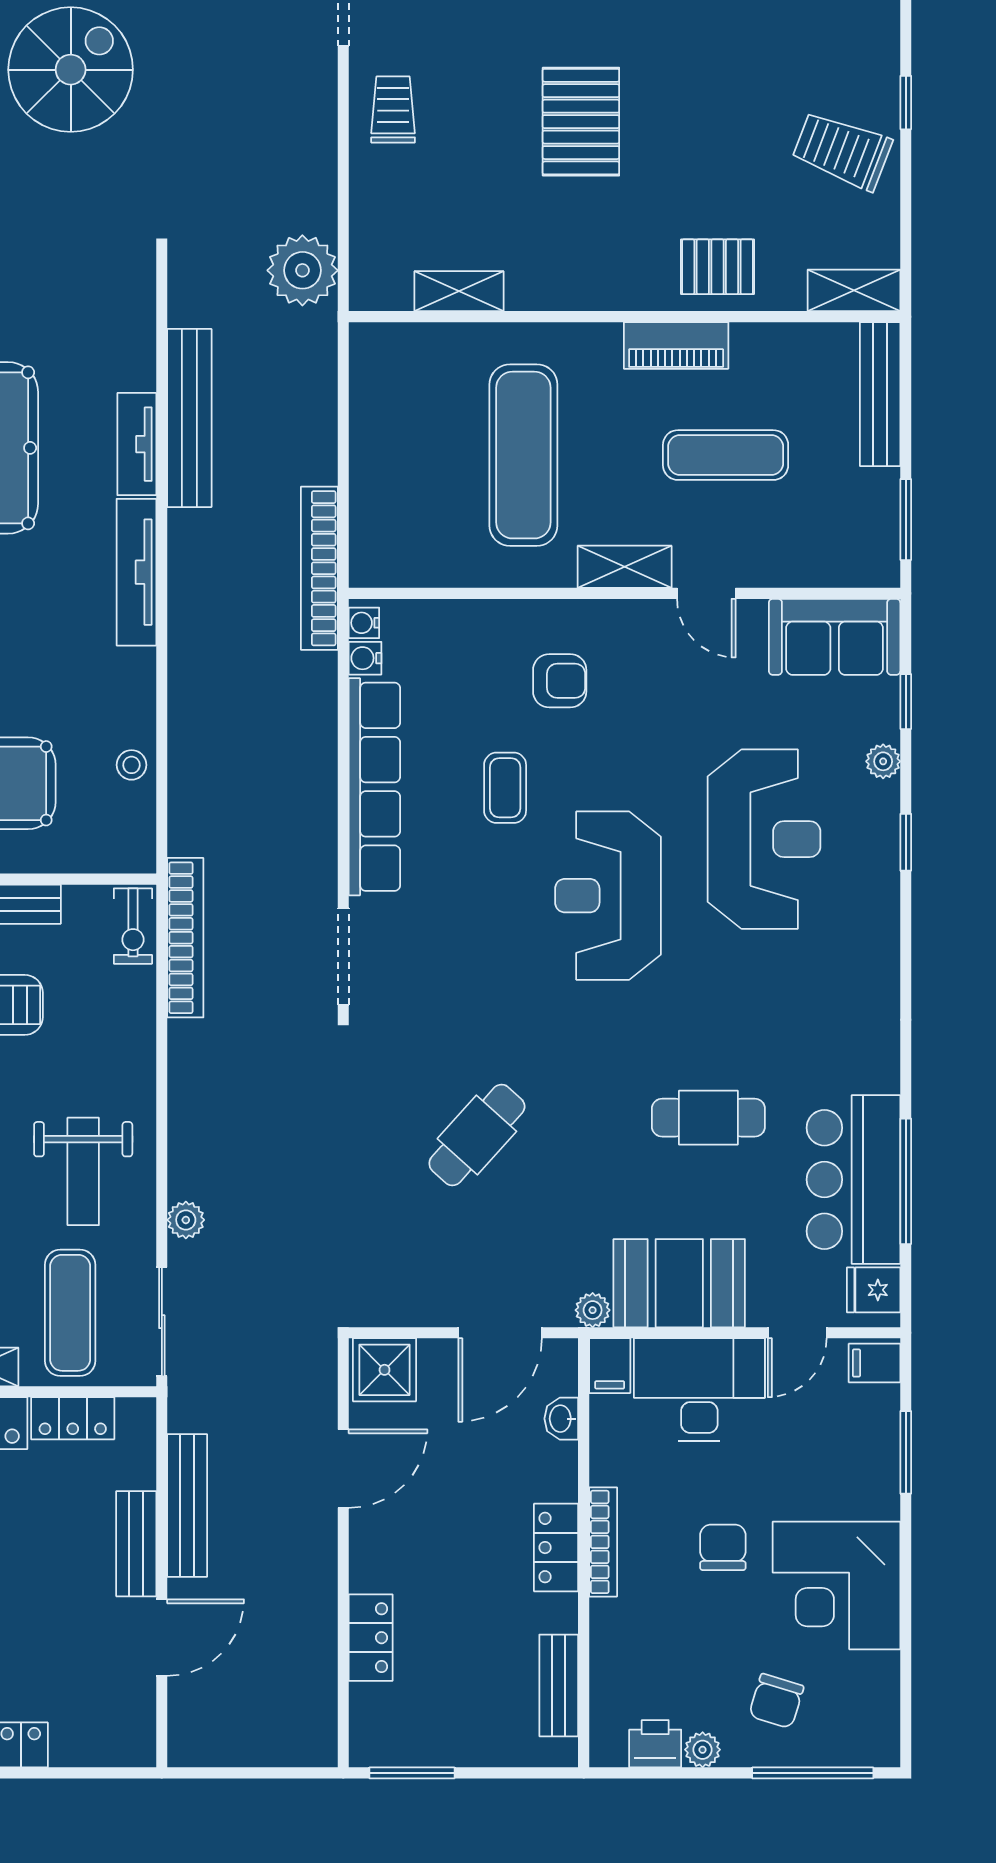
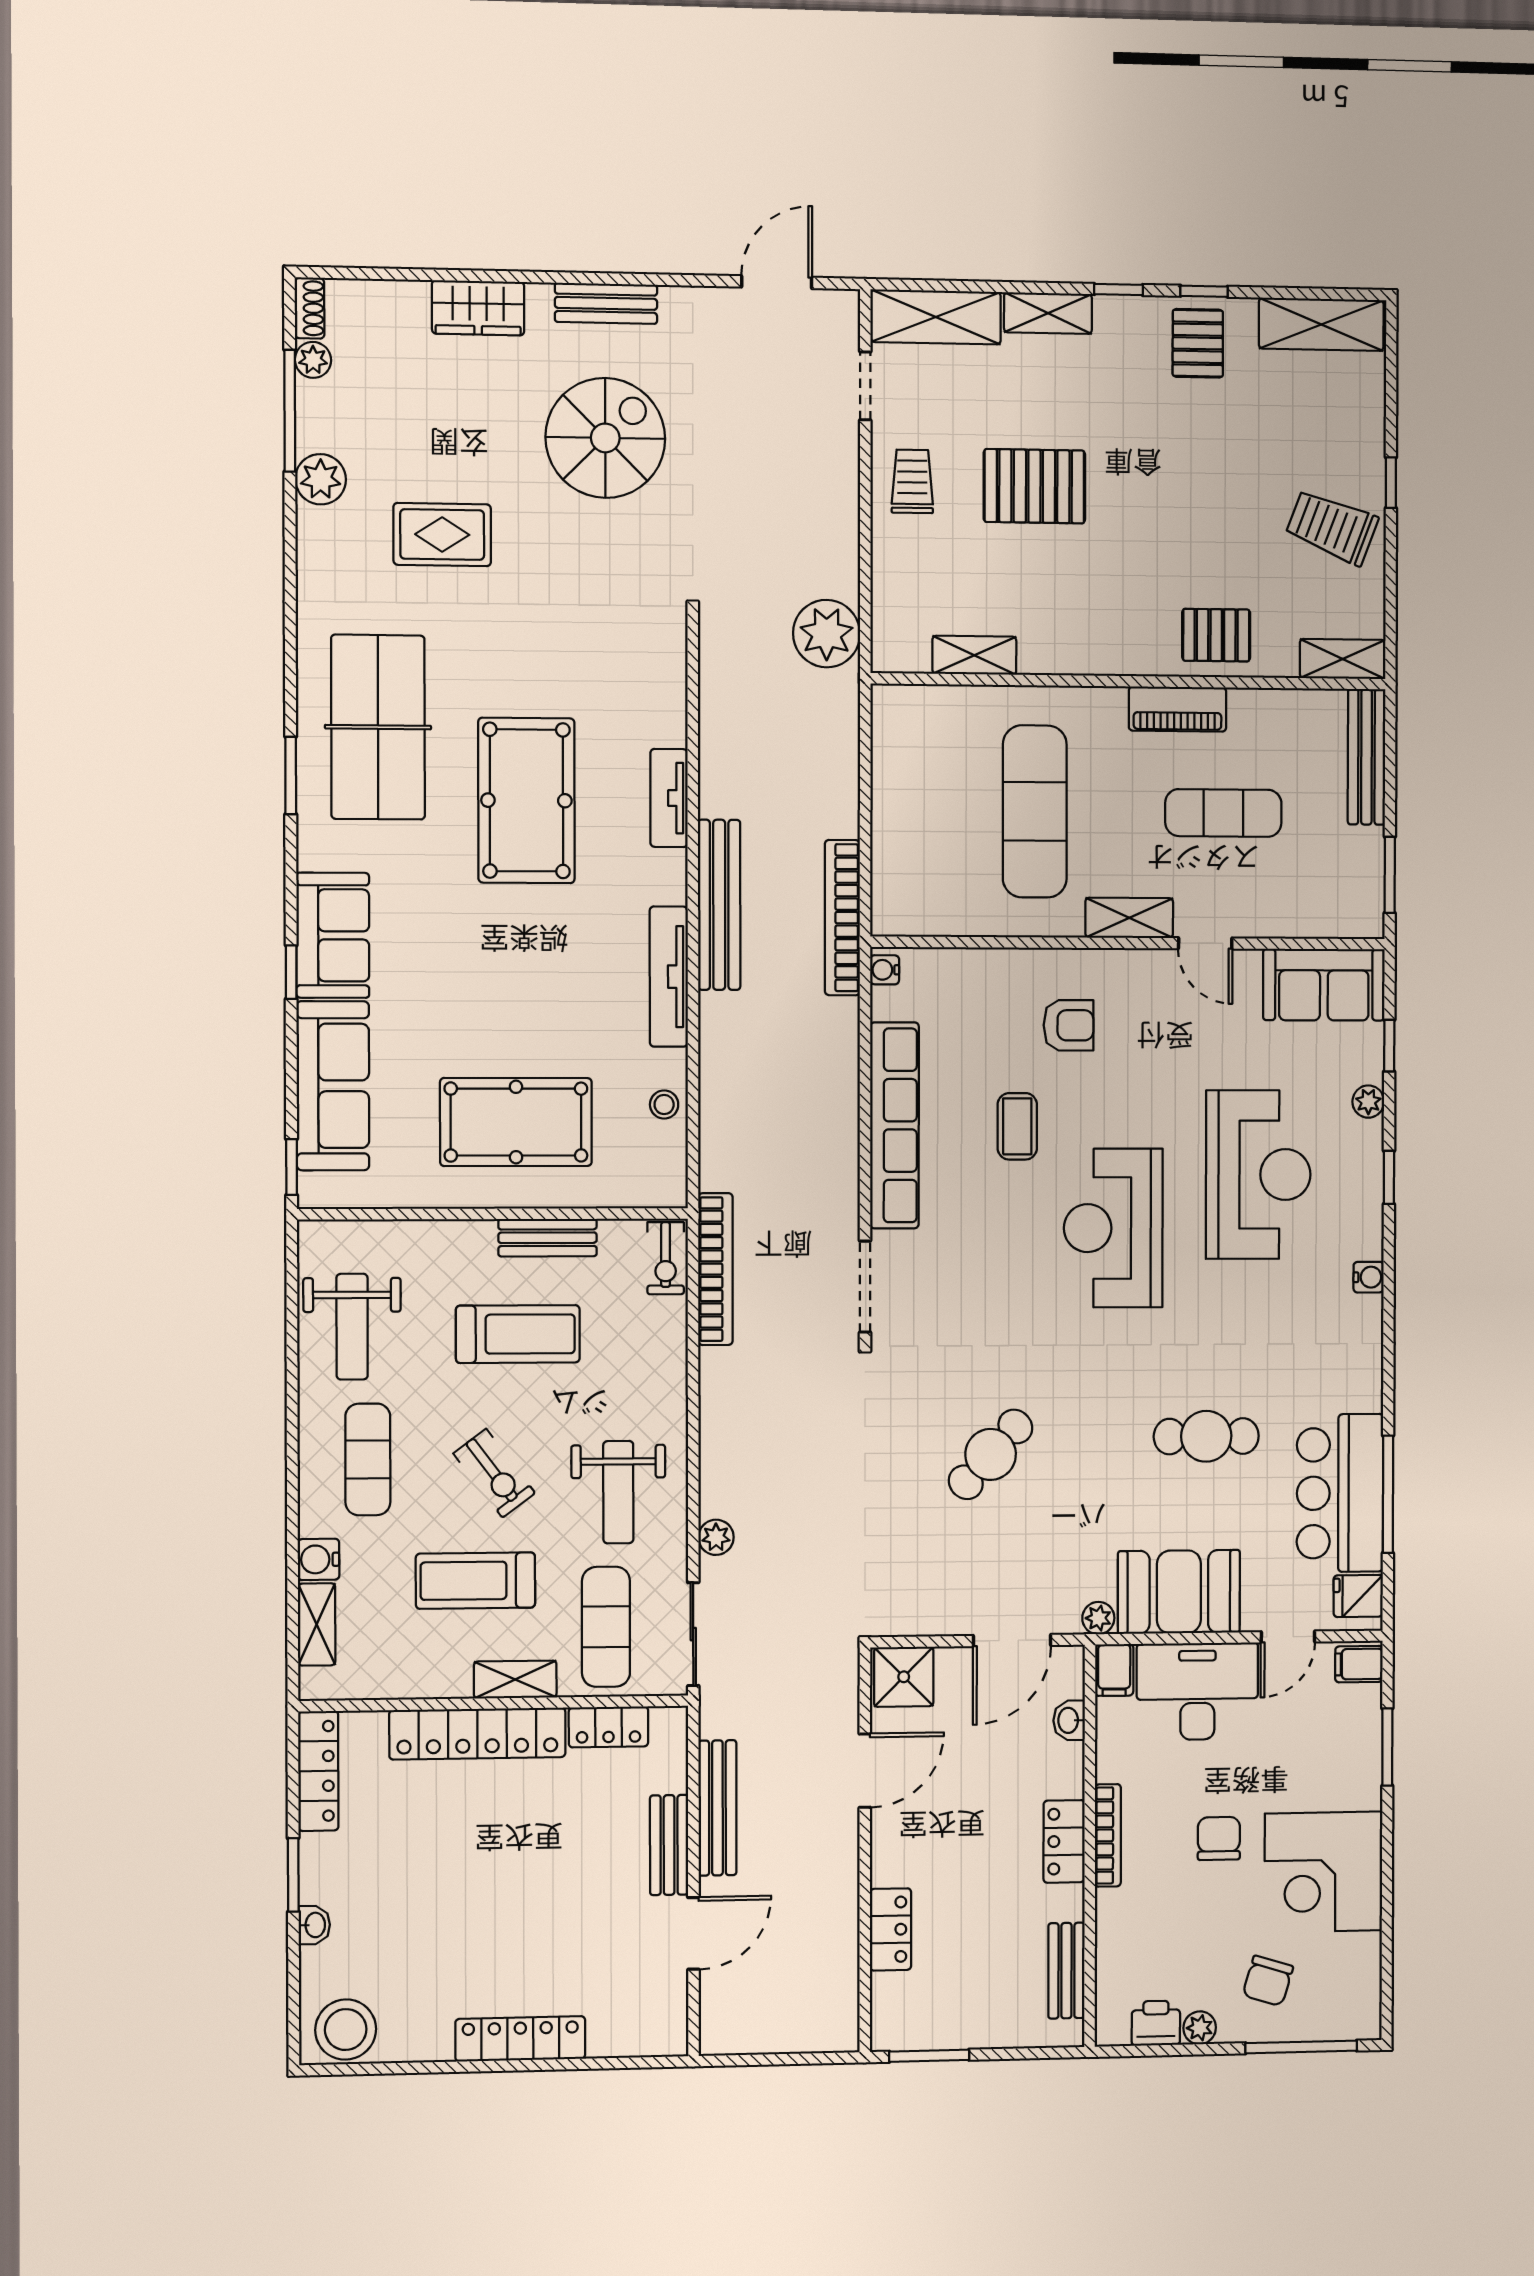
pallet: (581, 122) -> (1034, 486), moved, turned 90
bench: (189, 418) -> (719, 905), moved
tv unit: (136, 572) -> (669, 977), moved
water cooler: (365, 658) -> (1369, 1277), moved, turned 180

